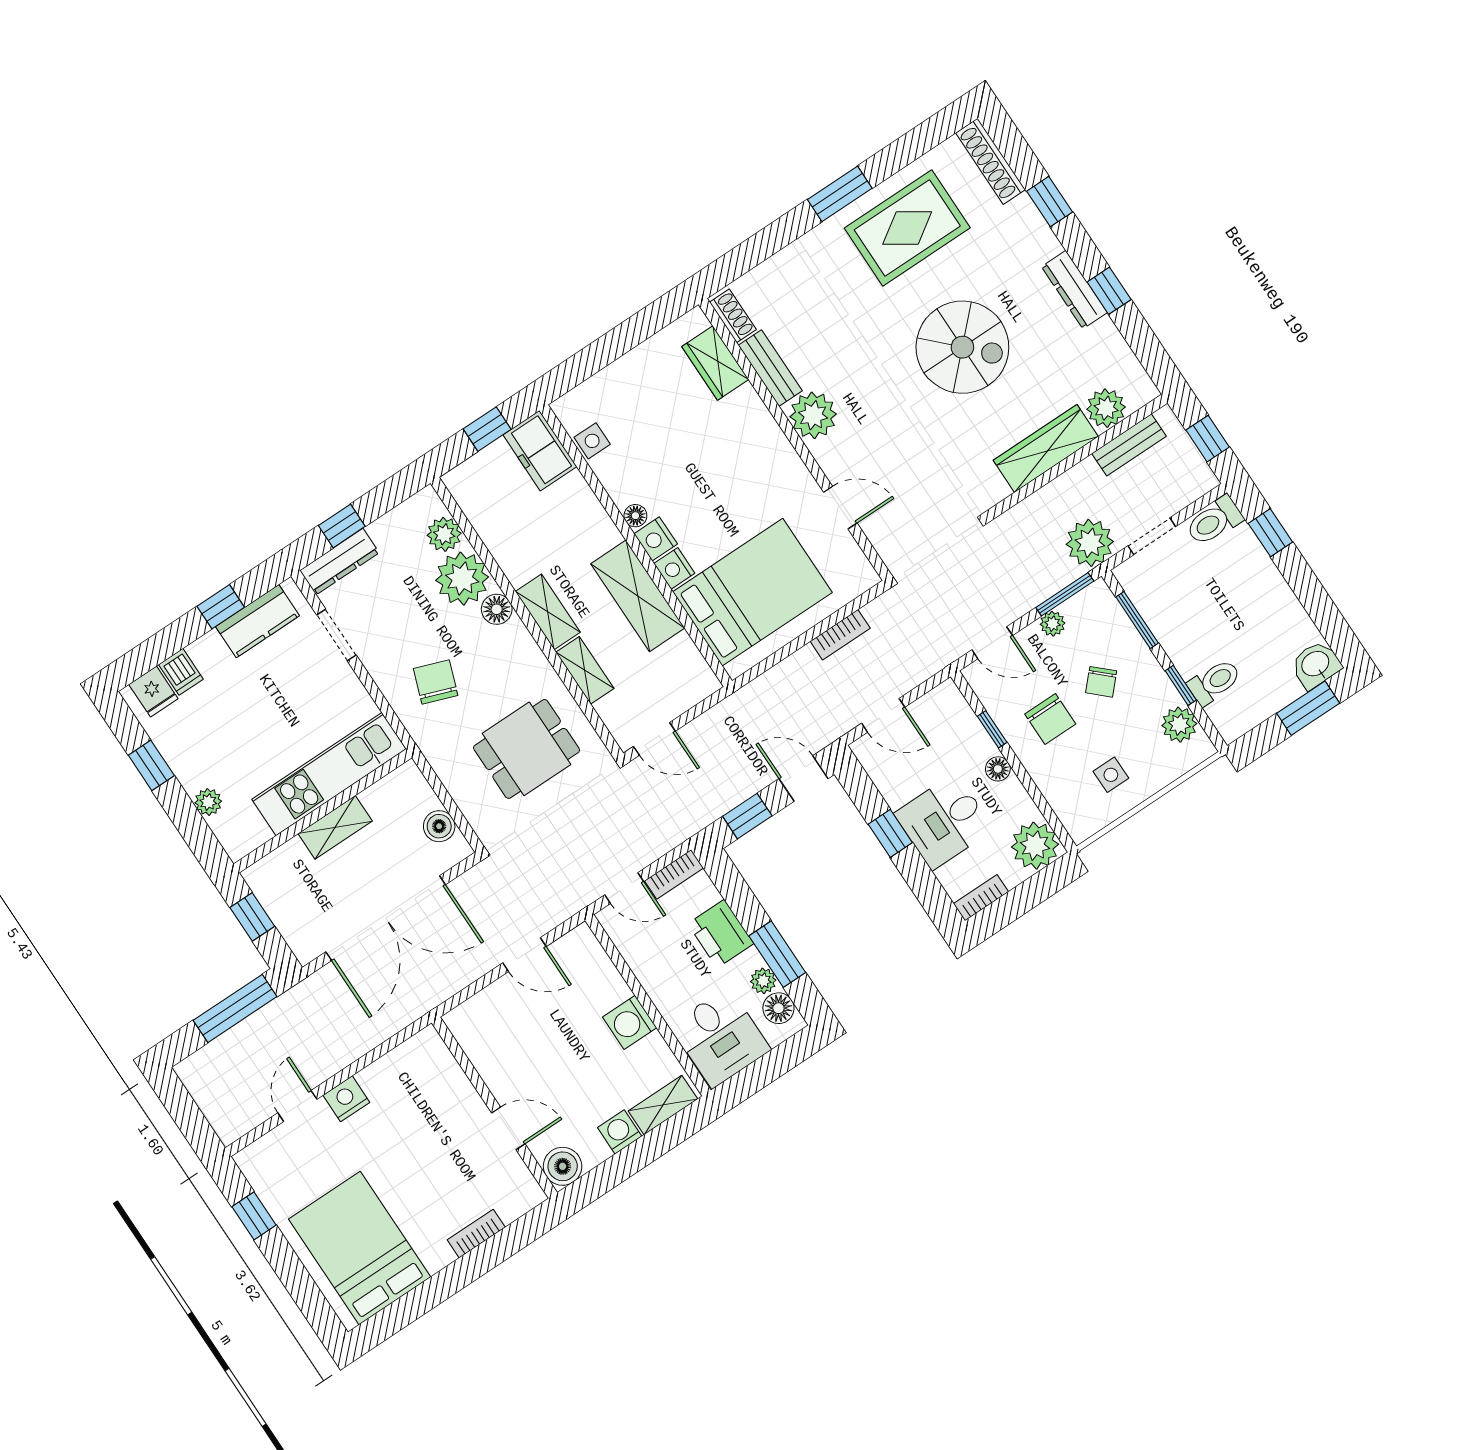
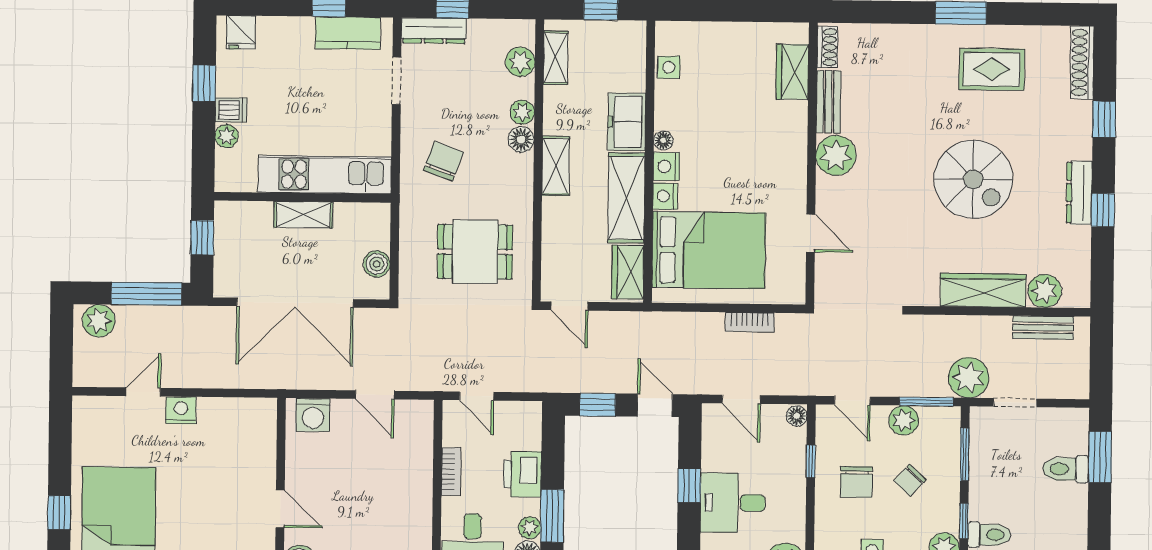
rug: (907, 228) -> (992, 69), width x0.73, depth x0.70
window: (1208, 439) -> (1101, 361), removed
freezer: (540, 451) -> (627, 122), moved
toilet: (1214, 521) -> (1066, 469), moved
window: (1270, 533) -> (1100, 457), width x1.50
plant: (462, 579) -> (522, 112), width x0.53, depth x0.53
plant: (1053, 624) -> (904, 420), width x1.38, depth x1.38
wardrobe: (689, 667) -> (628, 272), added
shelving: (585, 670) -> (556, 58), moved
dishwasher: (181, 672) -> (231, 110), moved, turned -90
floor lamp: (998, 769) -> (797, 416), moved
bookcase: (674, 874) -> (451, 472), moved, turned -90
washing machine: (630, 1022) -> (313, 415), moved, turned -90
plant: (207, 1066) -> (99, 321), added
window: (254, 1216) -> (59, 513), moved

